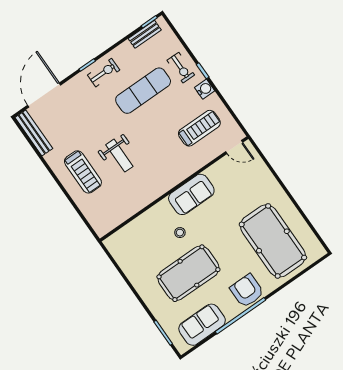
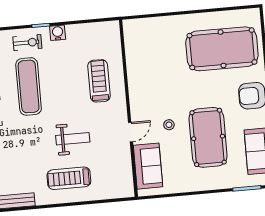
treadmill: (199, 128) -> (99, 81), moved
door: (234, 147) -> (131, 132), moved
treadmill: (83, 172) -> (69, 178), turned 180
sofa: (191, 194) -> (148, 166), moved

